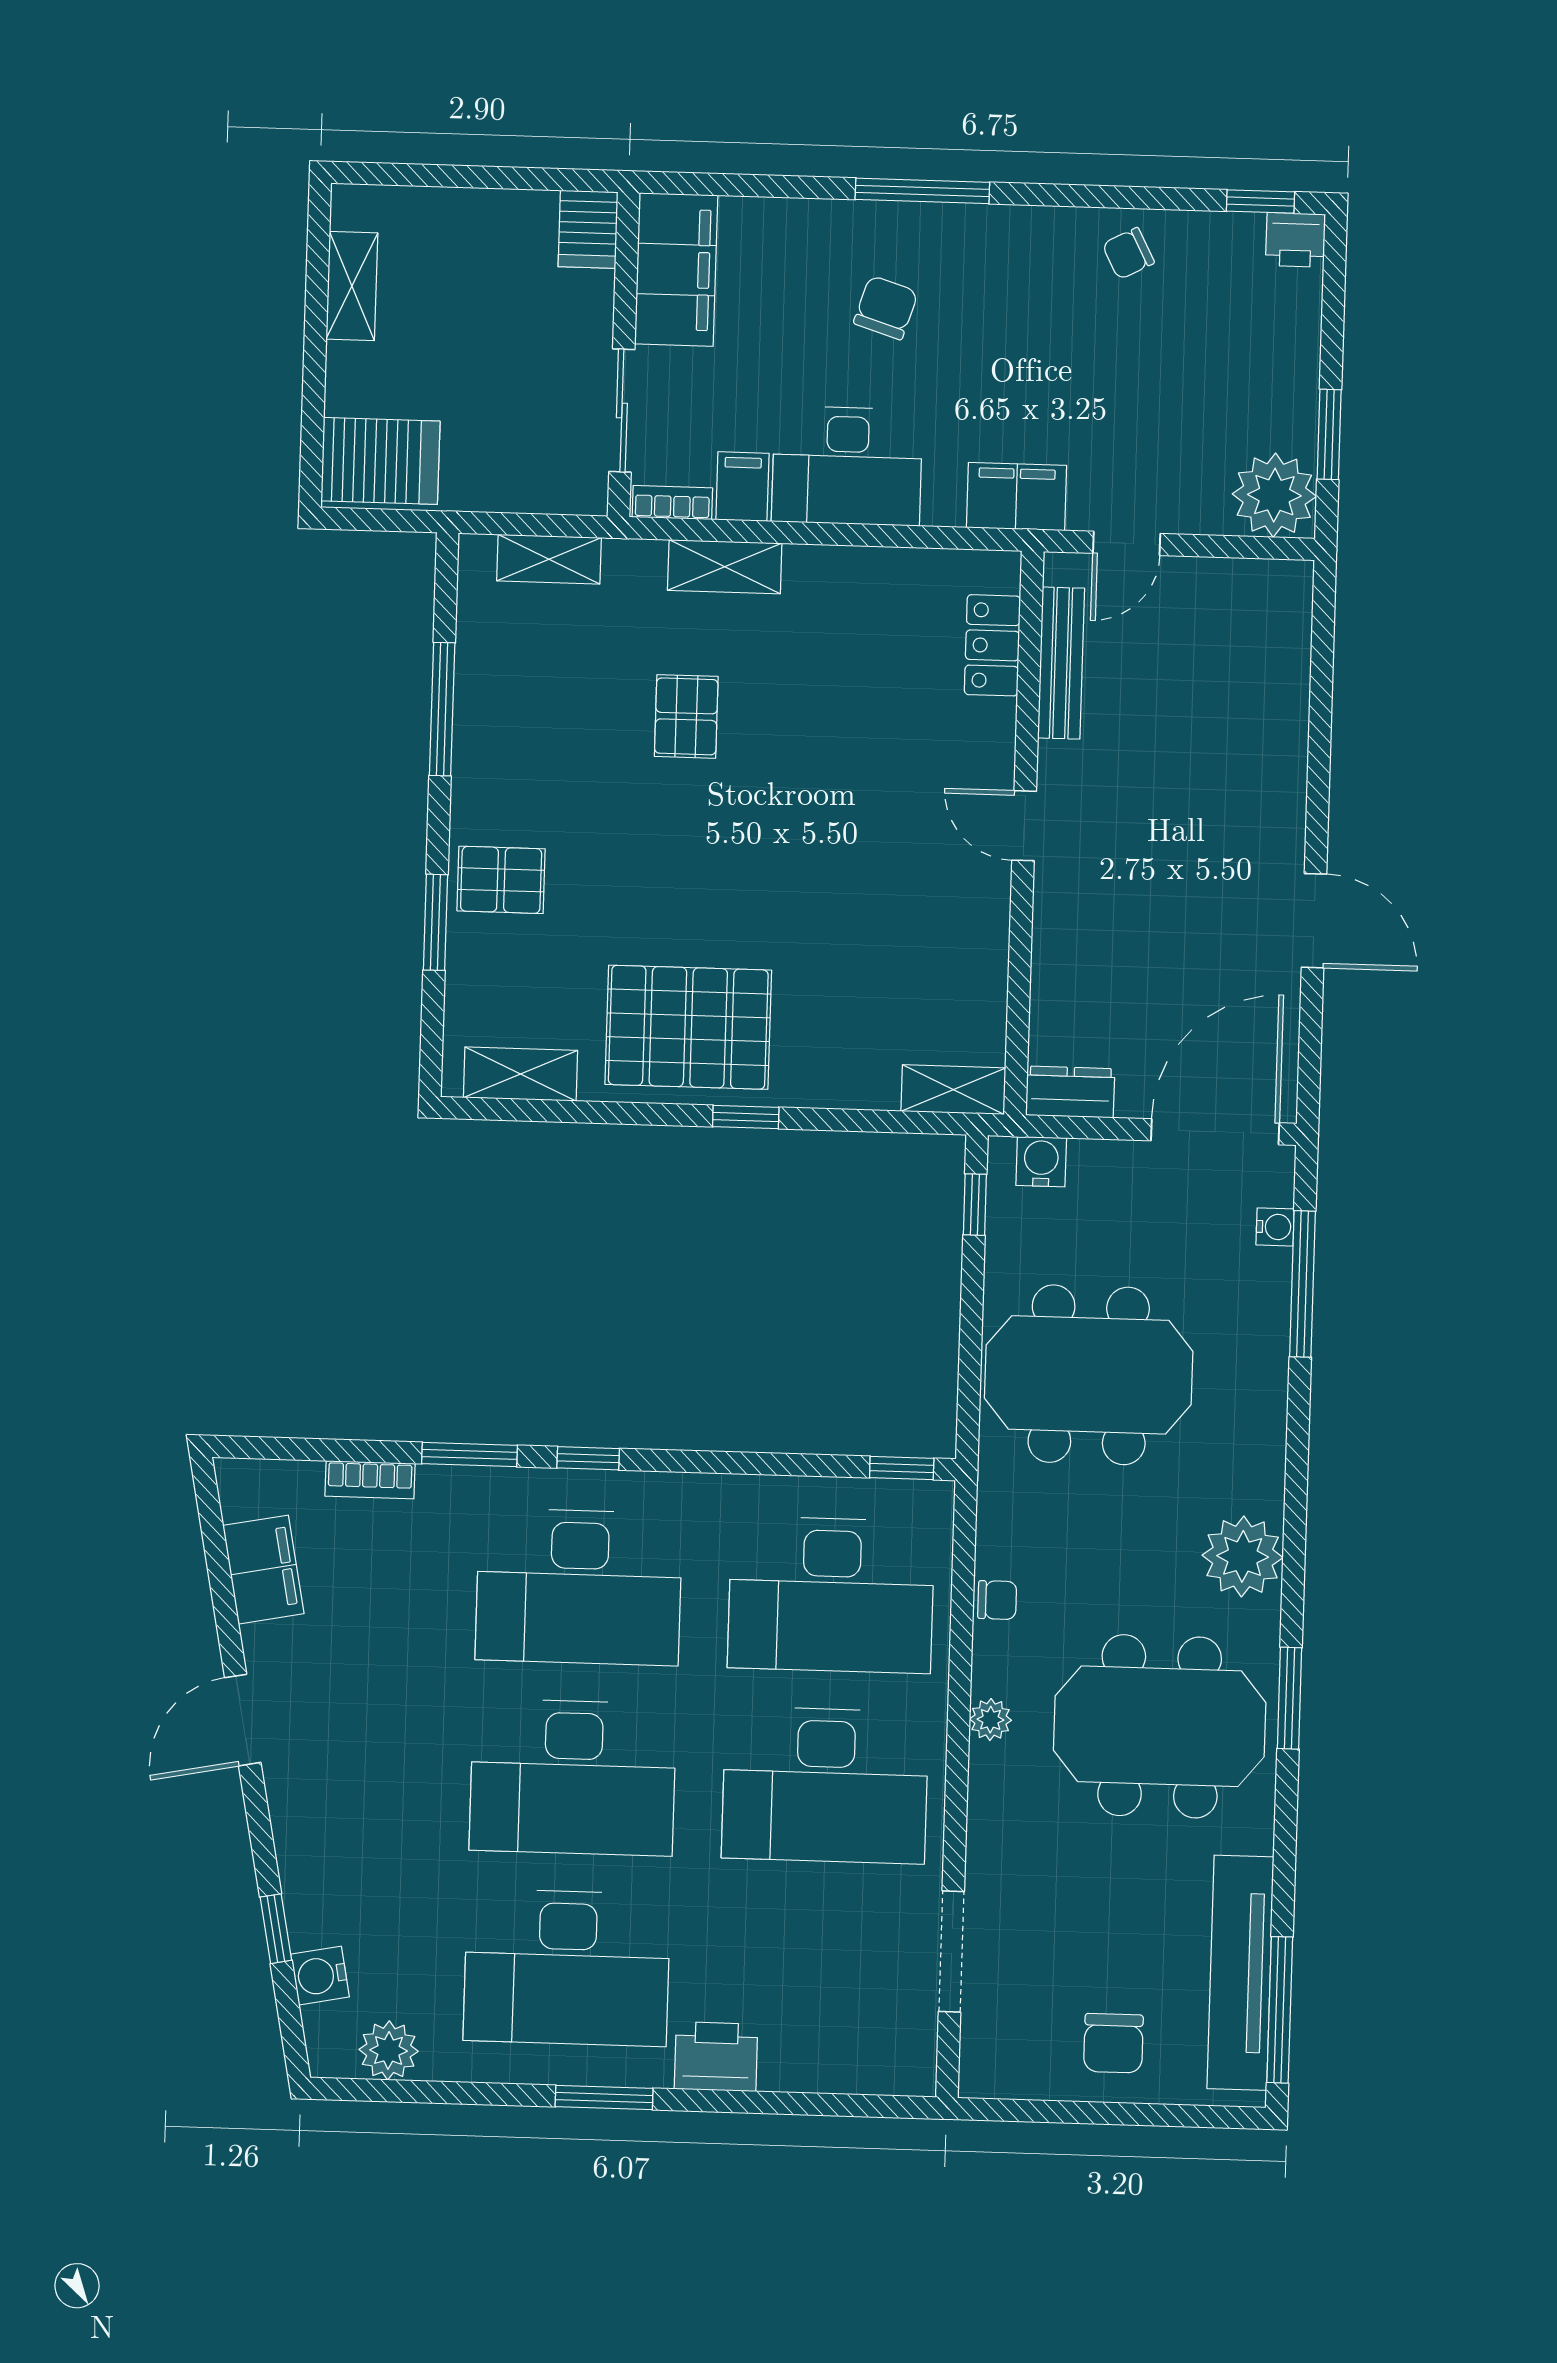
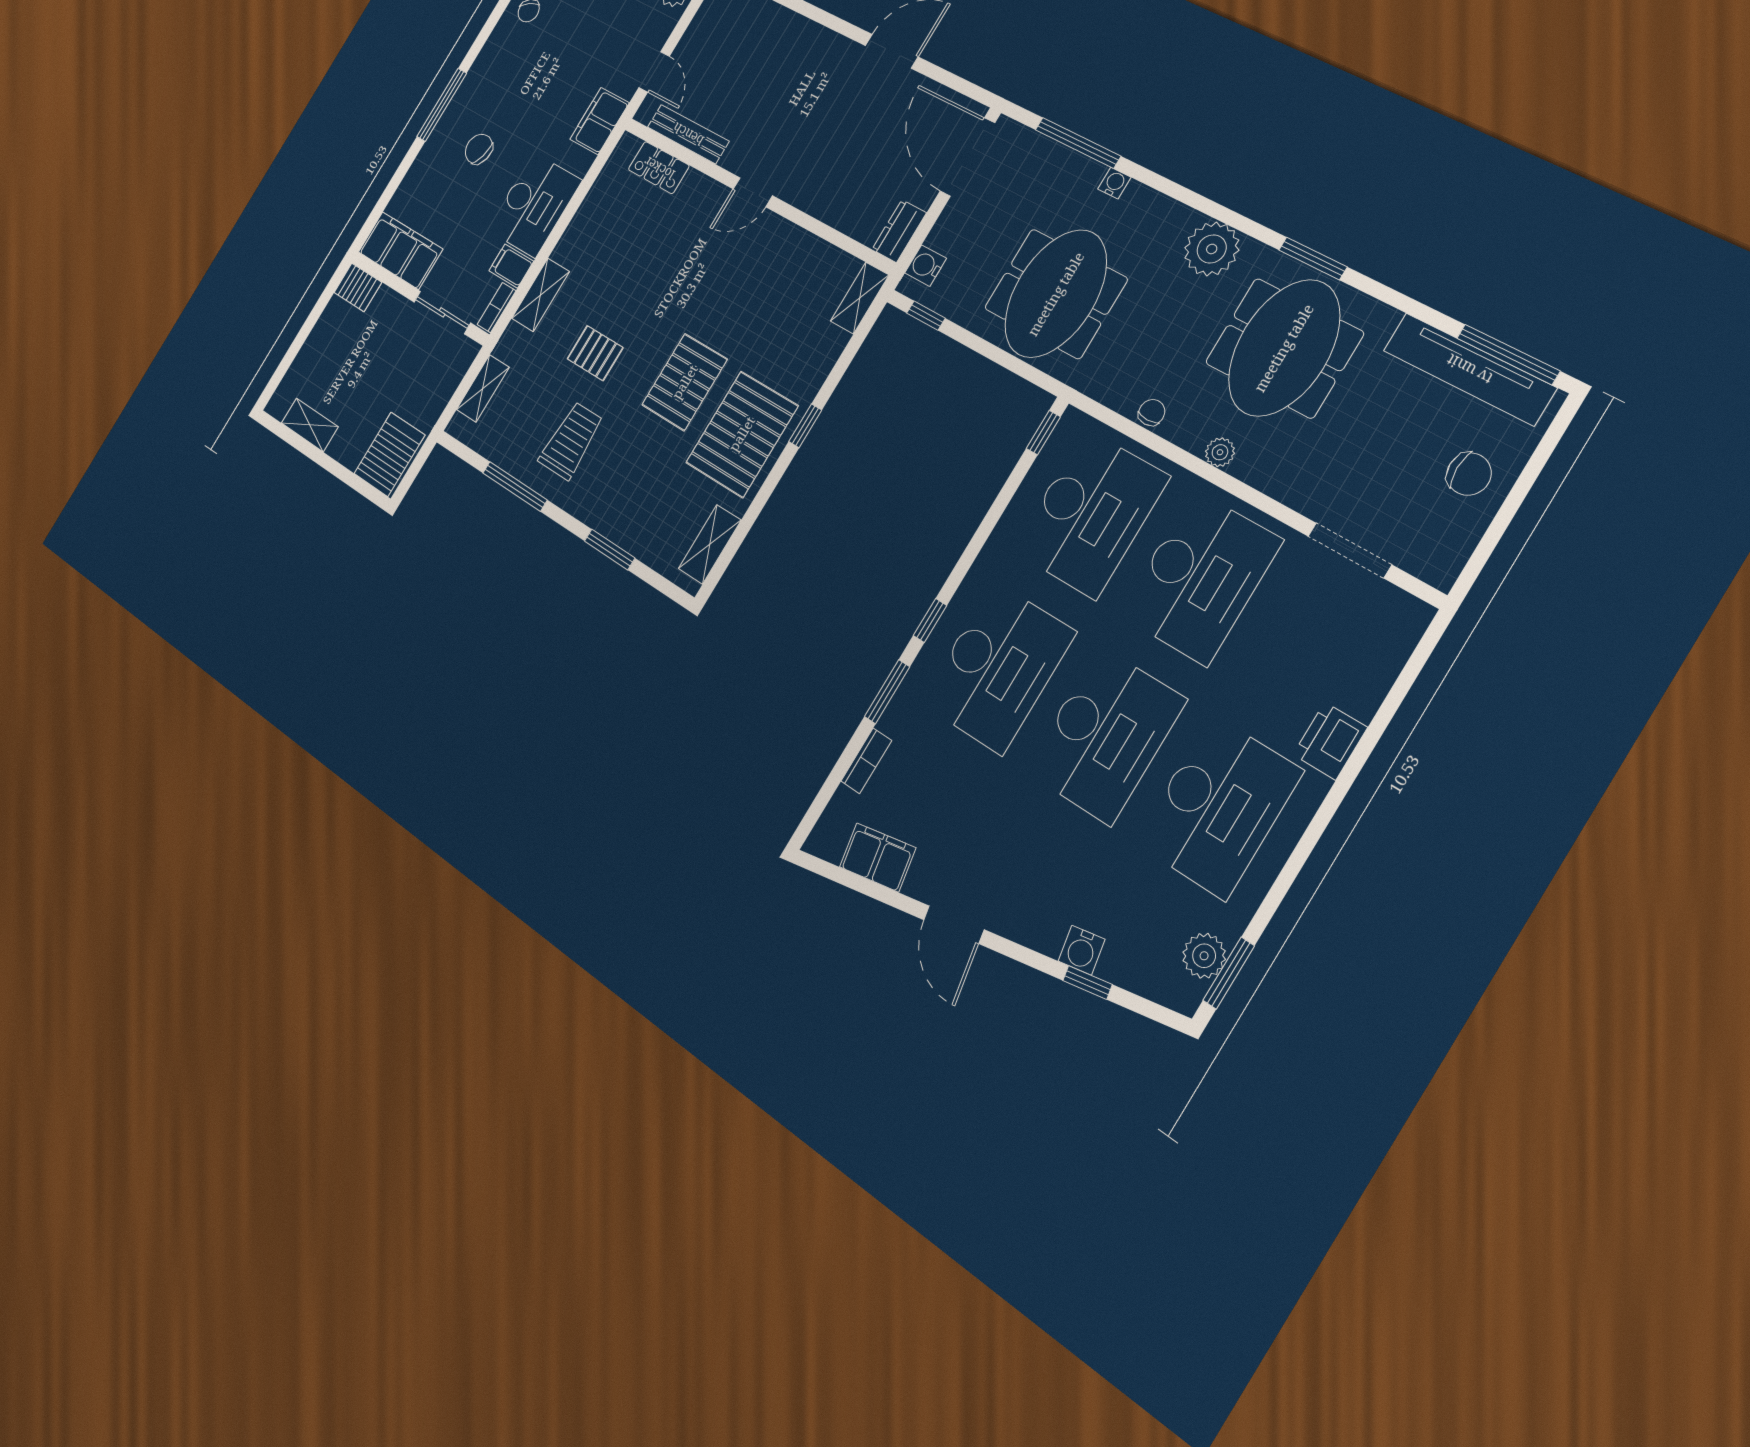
trolley: (549, 759) -> (571, 441), added
pallet: (501, 880) -> (685, 382), moved, width x1.50, depth x1.42
water cooler: (1275, 1227) -> (1114, 183), moved
water cooler: (320, 1976) -> (1082, 950), moved
window: (604, 2098) -> (1229, 973), moved

